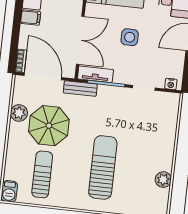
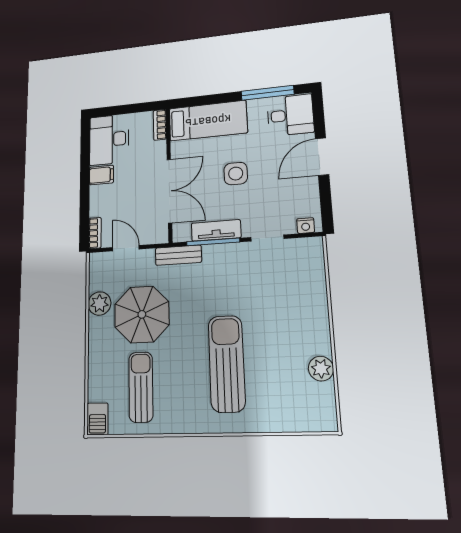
tv unit: (95, 74) -> (216, 230), moved
door: (43, 77) -> (126, 248), width x0.53

